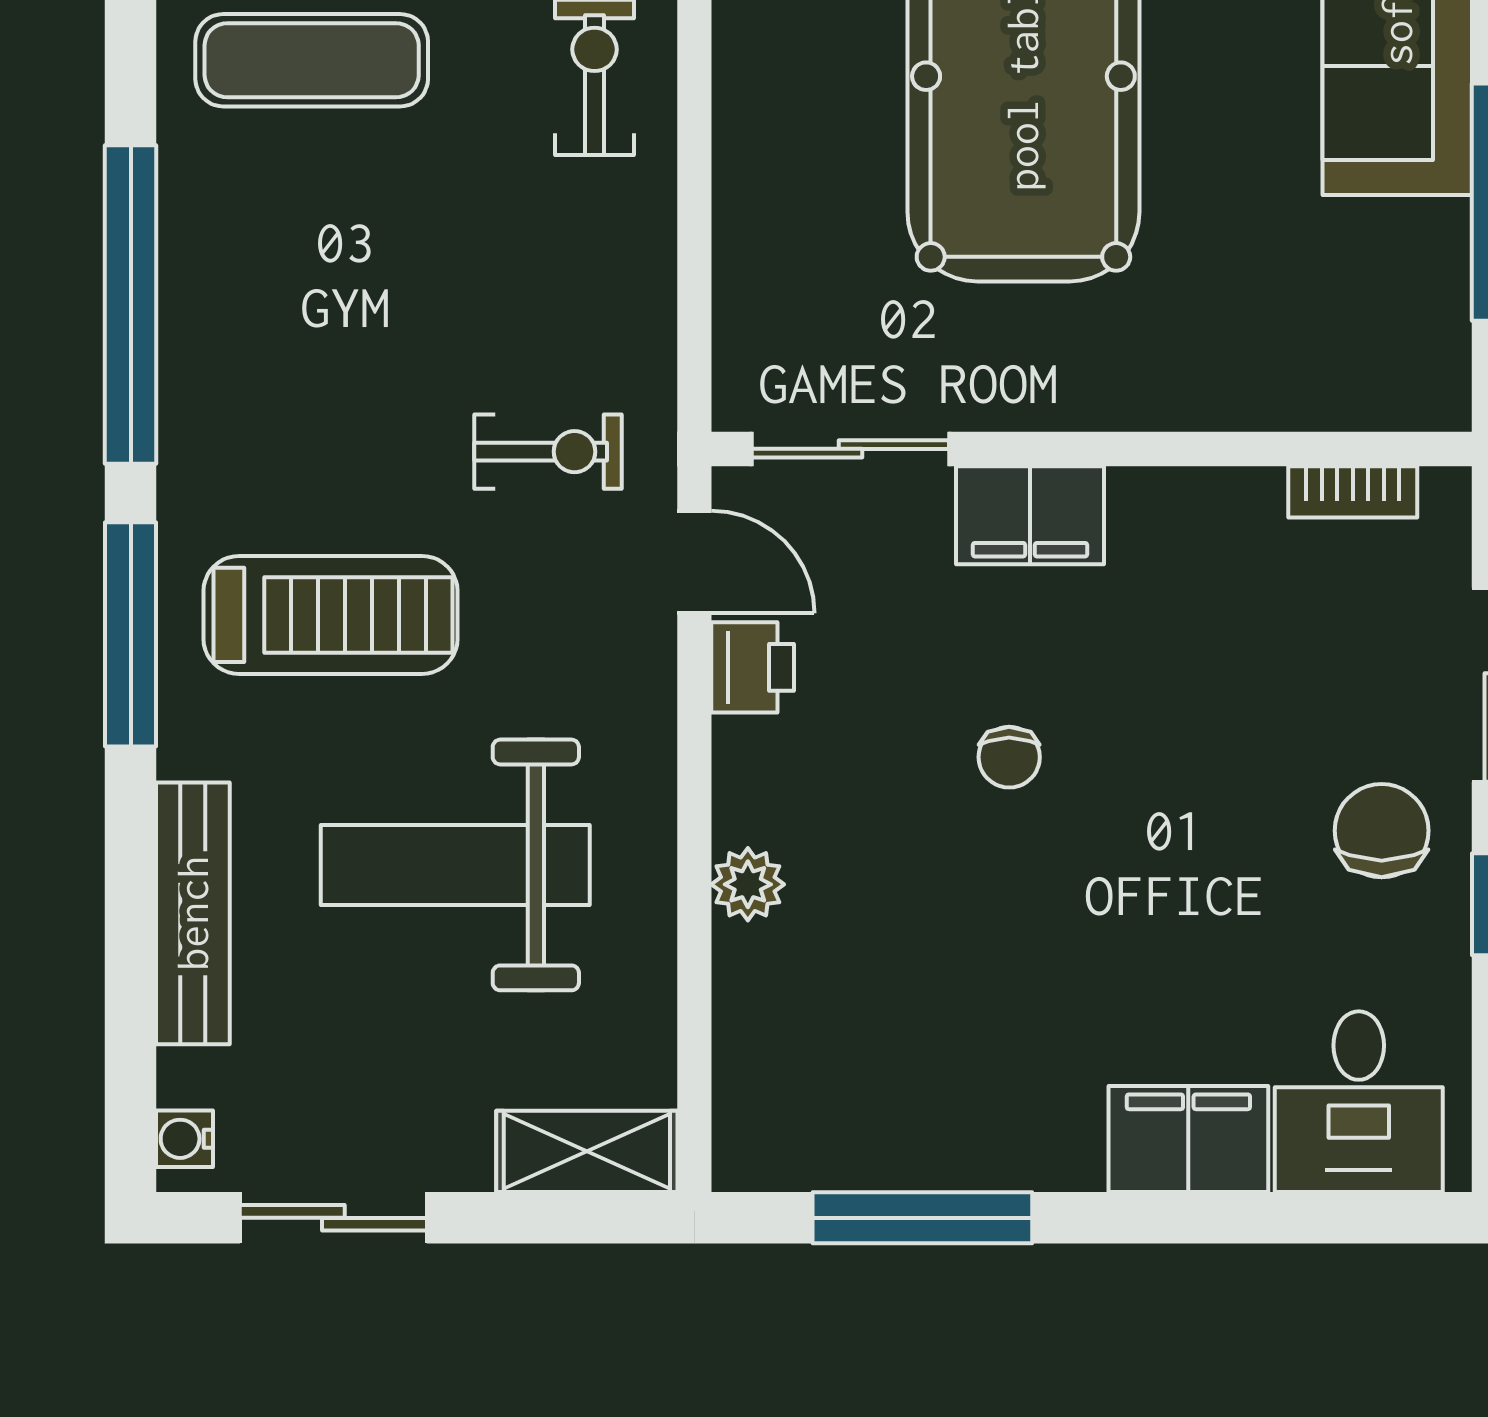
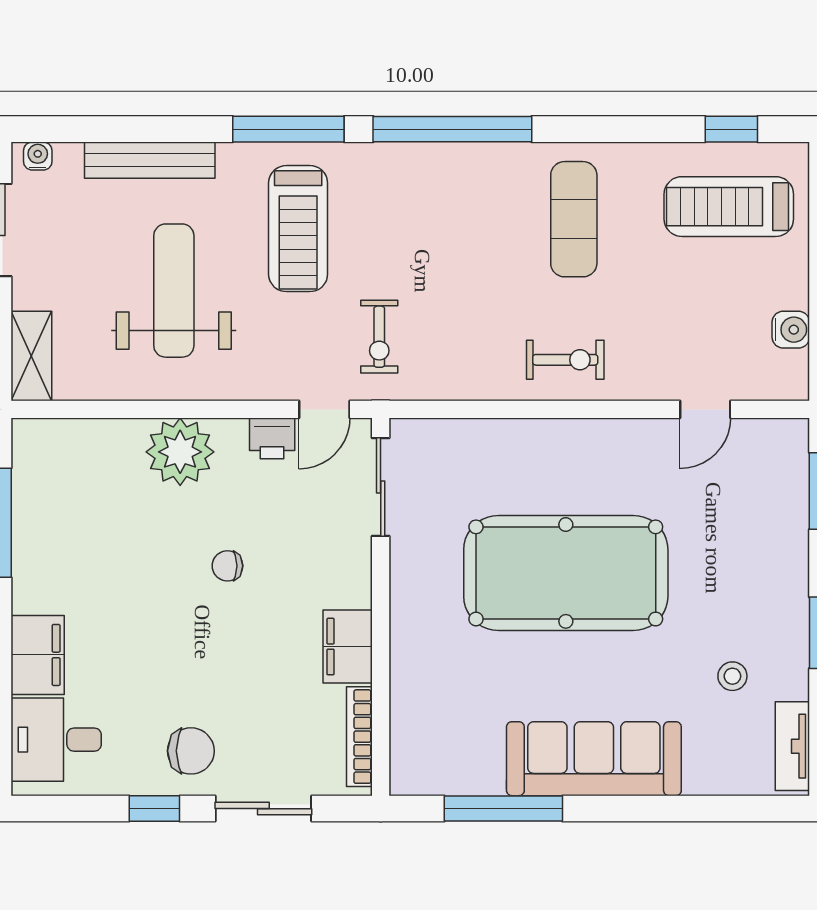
bookcase: (1353, 492) -> (359, 737), width x1.56
filing cabinet: (1030, 515) -> (348, 647), moved
plant: (748, 884) -> (180, 452), width x1.88, depth x1.88

